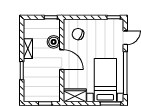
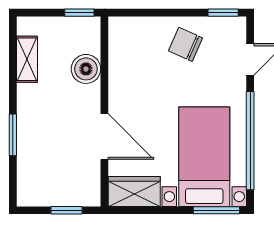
chair: (78, 34) -> (186, 44), moved
shelving: (28, 49) -> (27, 59), moved
door: (62, 60) -> (104, 136), moved

